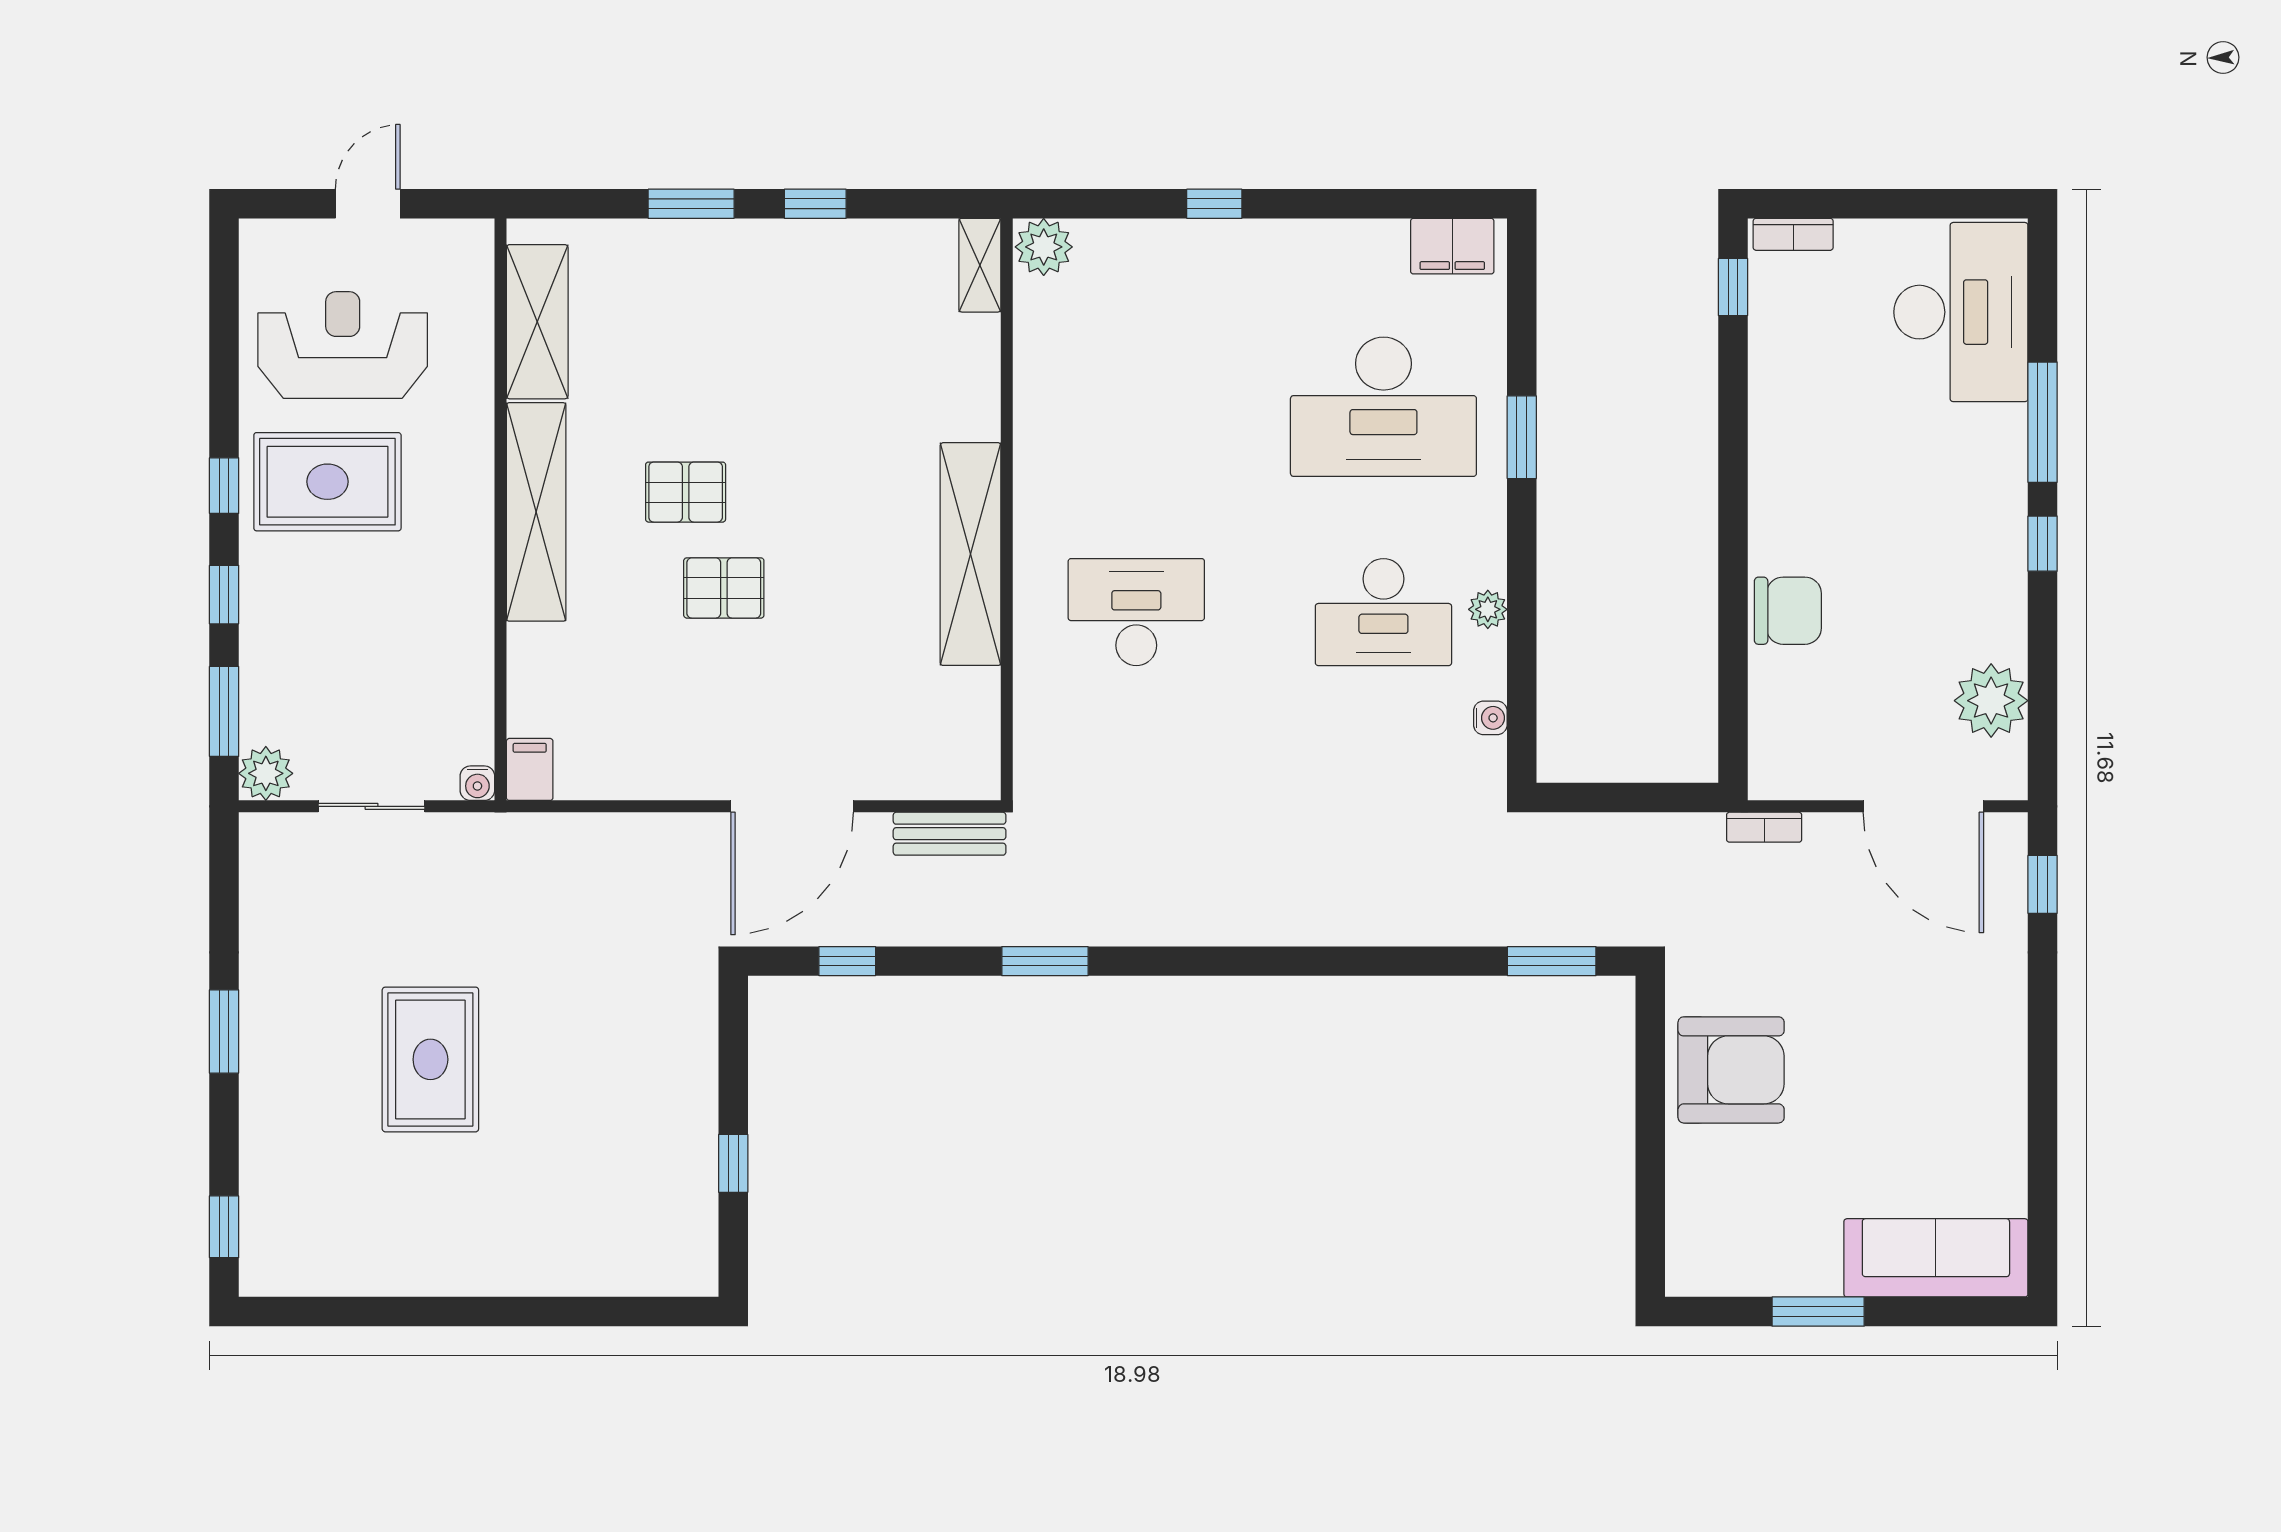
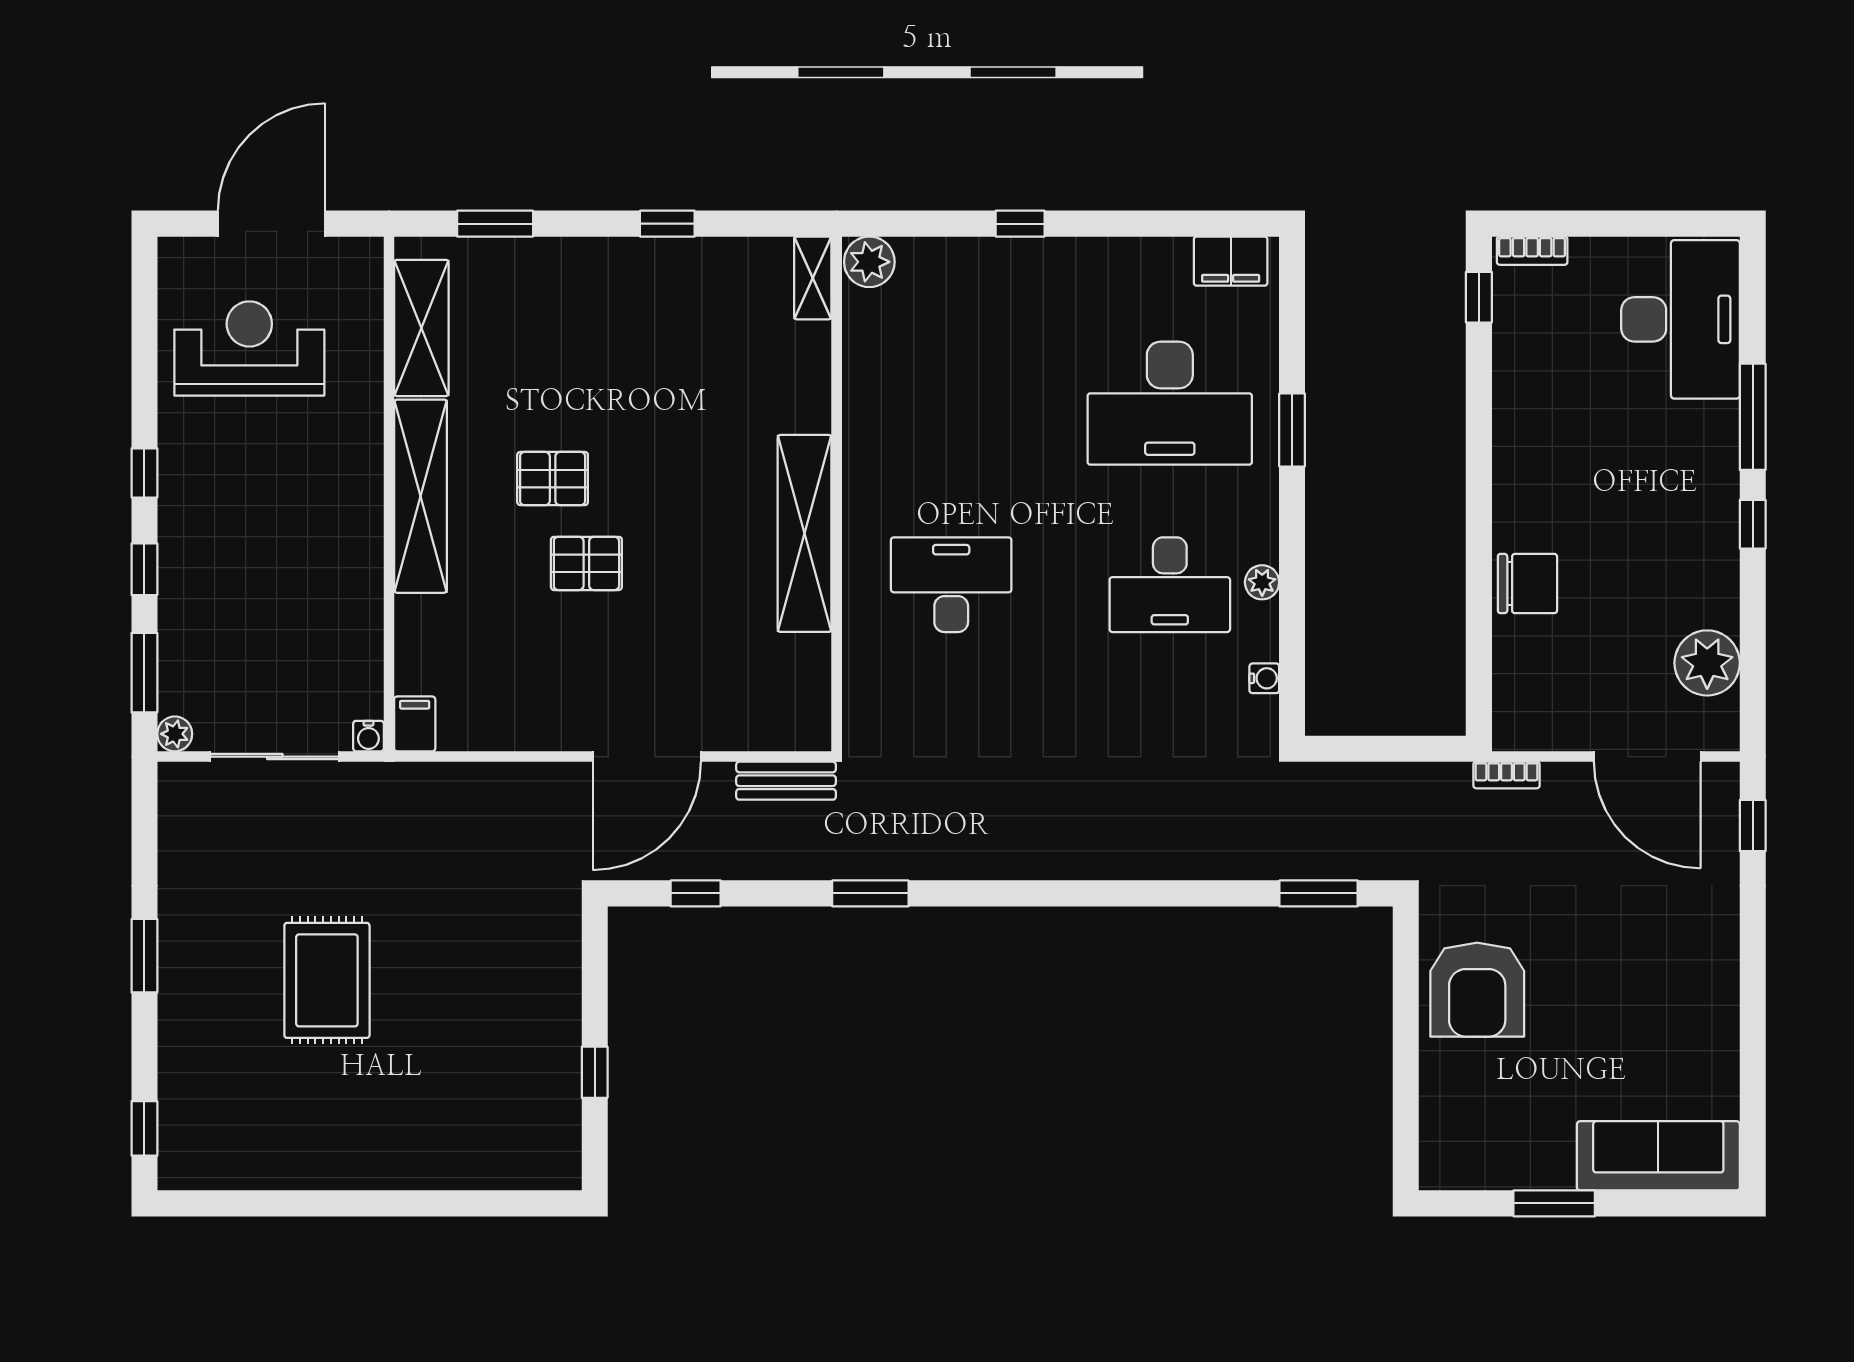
door: (368, 204) -> (271, 224), width x1.87
window: (691, 204) -> (495, 224), moved
rug: (327, 482) -> (236, 469), removed
plant: (266, 773) -> (175, 734), width x0.73, depth x0.73
sliding door: (372, 806) -> (275, 757), width x1.37
armchair: (1731, 1070) -> (1477, 990), turned 90

